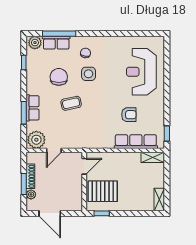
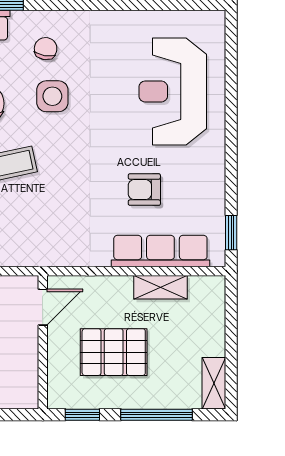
armchair: (129, 115) -> (144, 190), turned 180
shelving: (153, 157) -> (161, 287), moved
pallet: (103, 191) -> (114, 352), moved
window: (134, 213) -> (156, 415), added

